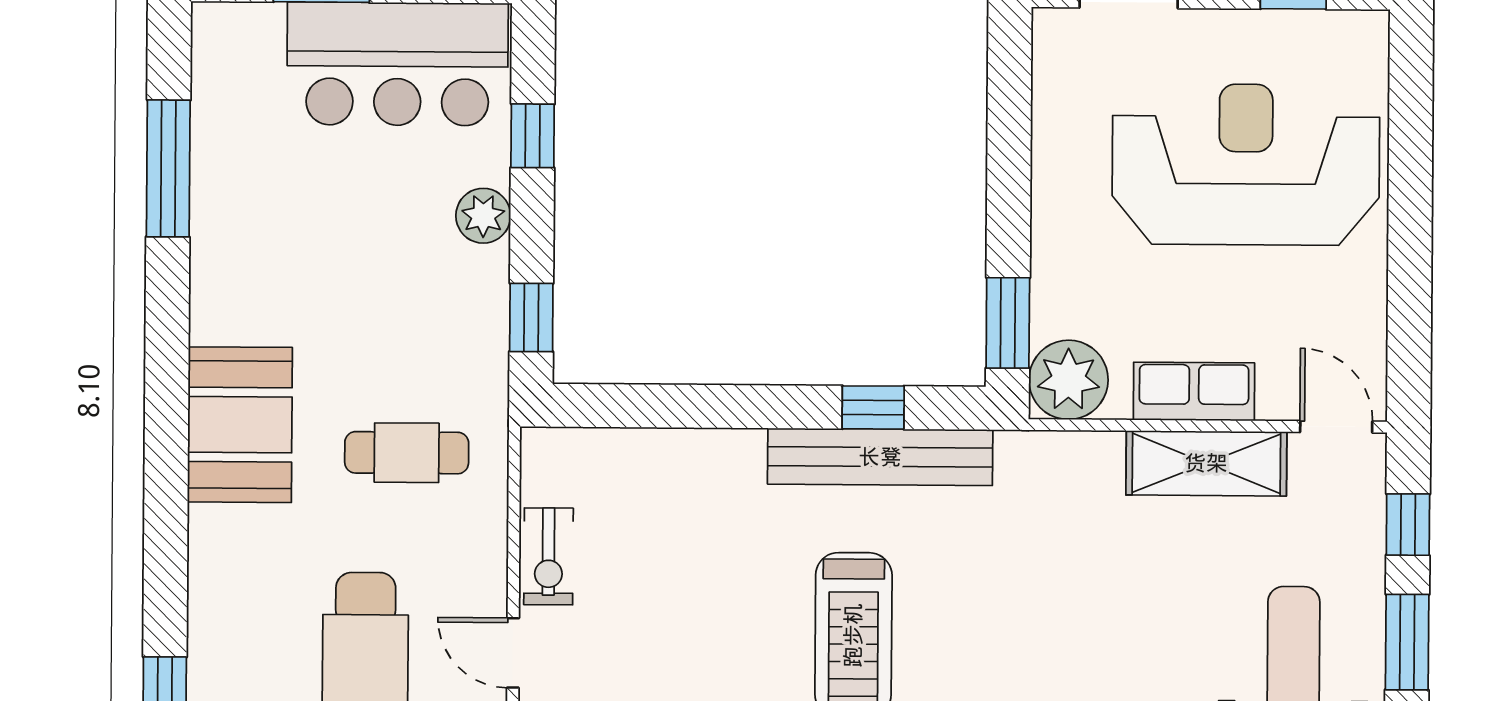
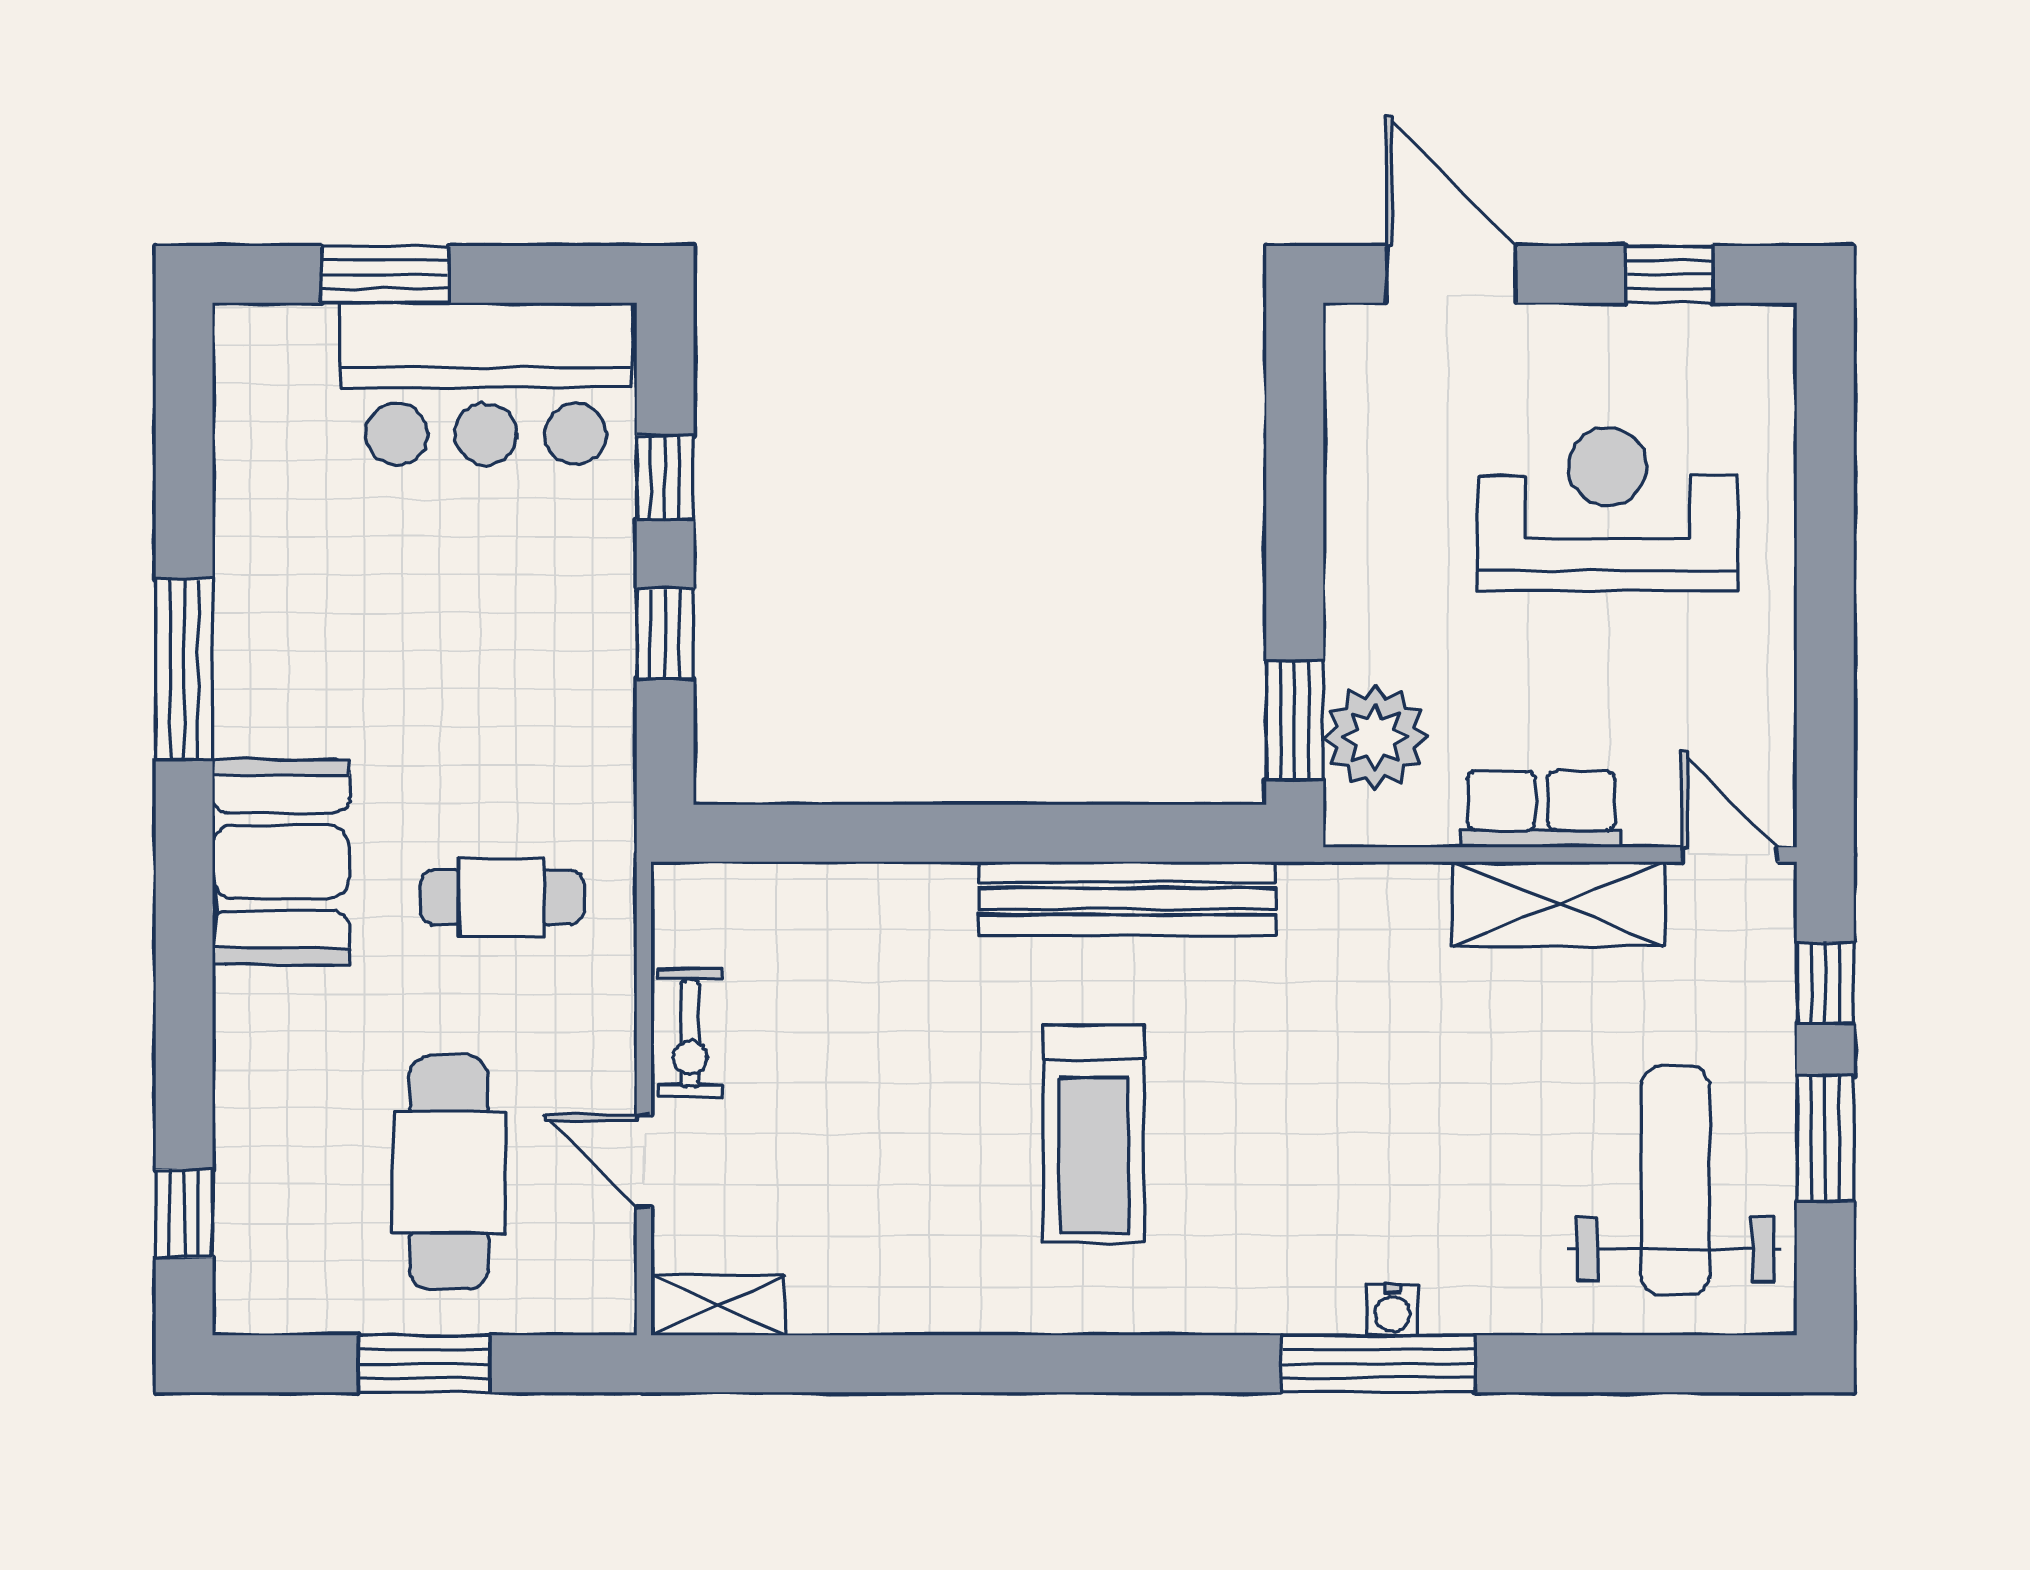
reception desk: (1246, 165) -> (1608, 509), width x0.74, depth x0.77
window: (168, 168) -> (184, 669), moved
plant: (483, 216) -> (601, 584), removed
window: (531, 317) -> (665, 634), moved
plant: (1068, 380) -> (1375, 737), moved
window: (873, 407) -> (1118, 833), removed

